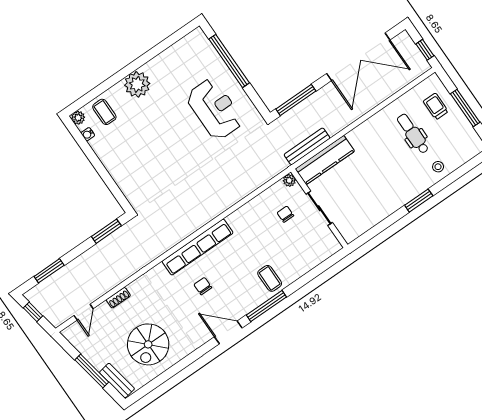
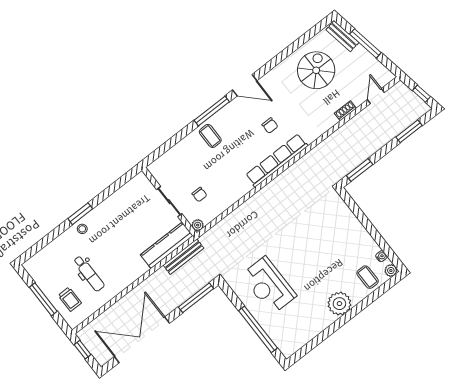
stool: (438, 167) -> (82, 229), moved

